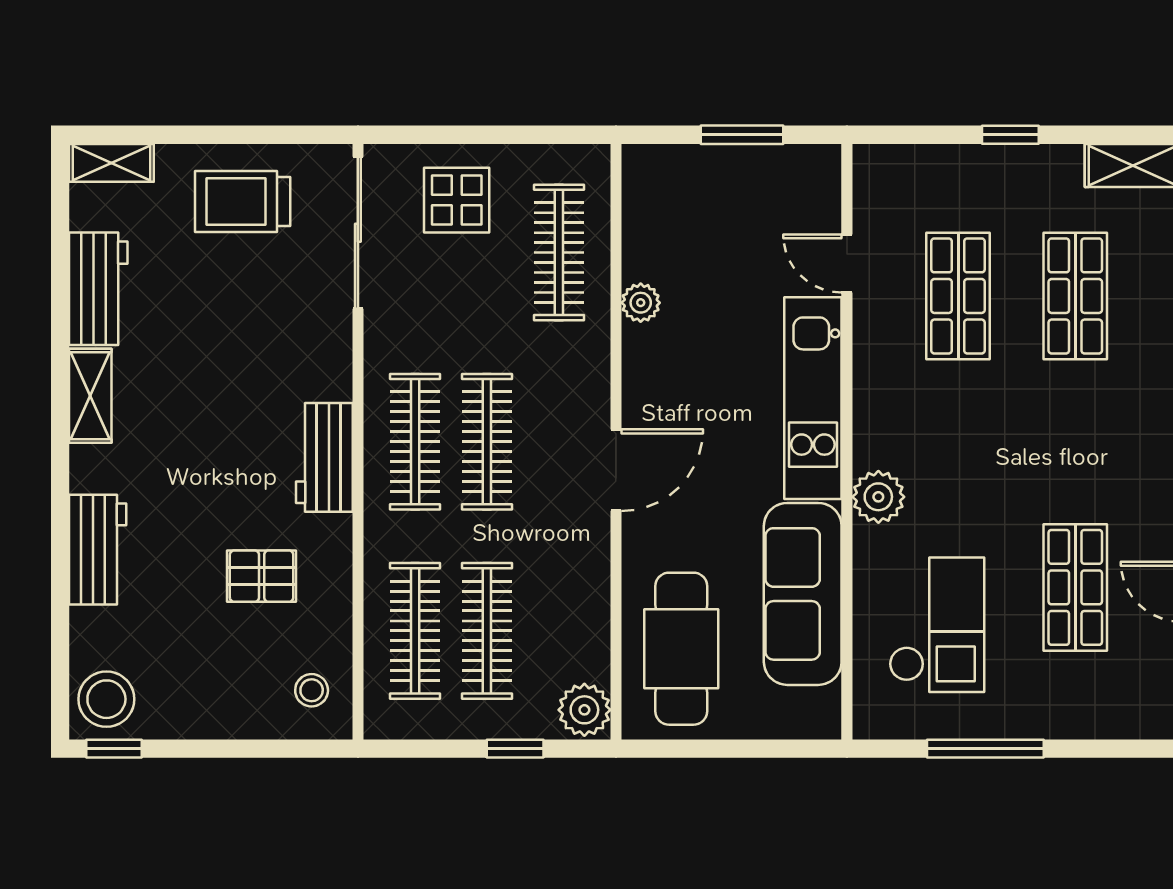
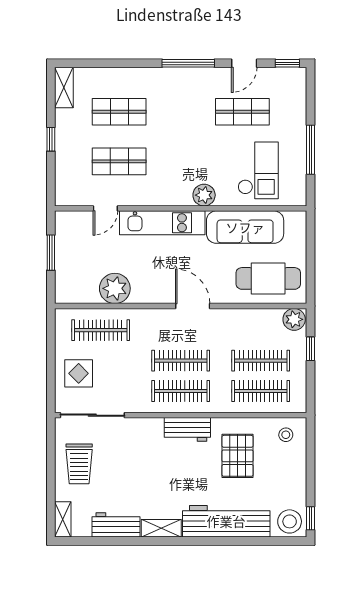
plant: (641, 303) -> (115, 288), width x1.88, depth x1.88
workbench: (98, 550) -> (226, 521), width x1.88, depth x1.32
pallet: (262, 576) -> (238, 456), width x1.50, depth x1.42
checkout: (937, 625) -> (258, 170), turned 90

